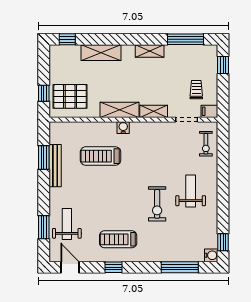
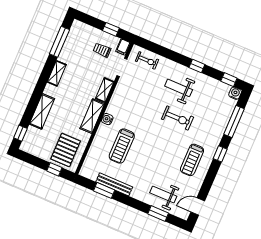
window: (223, 65) -> (111, 29), moved
window: (223, 201) -> (197, 66), added
window: (113, 267) -> (220, 154), moved

